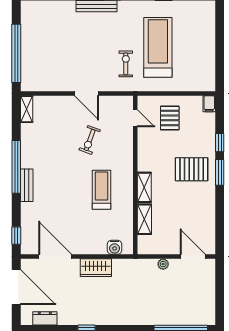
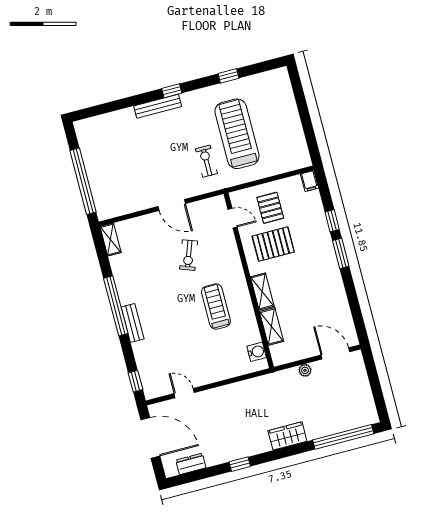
pallet: (192, 169) -> (273, 244), moved
water cooler: (115, 247) -> (257, 352), moved, turned -90
door: (55, 257) -> (184, 393), width x0.53
wardrobe: (96, 268) -> (287, 436), moved, turned 180

